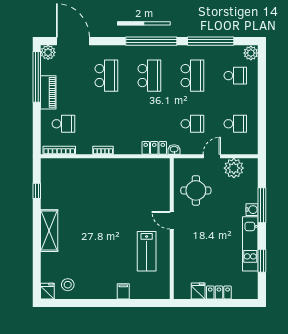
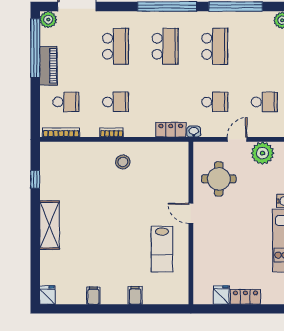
school desk: (235, 76) -> (116, 102), moved
stool: (68, 285) -> (123, 162), moved
filing cabinet: (87, 292) -> (93, 296), added

